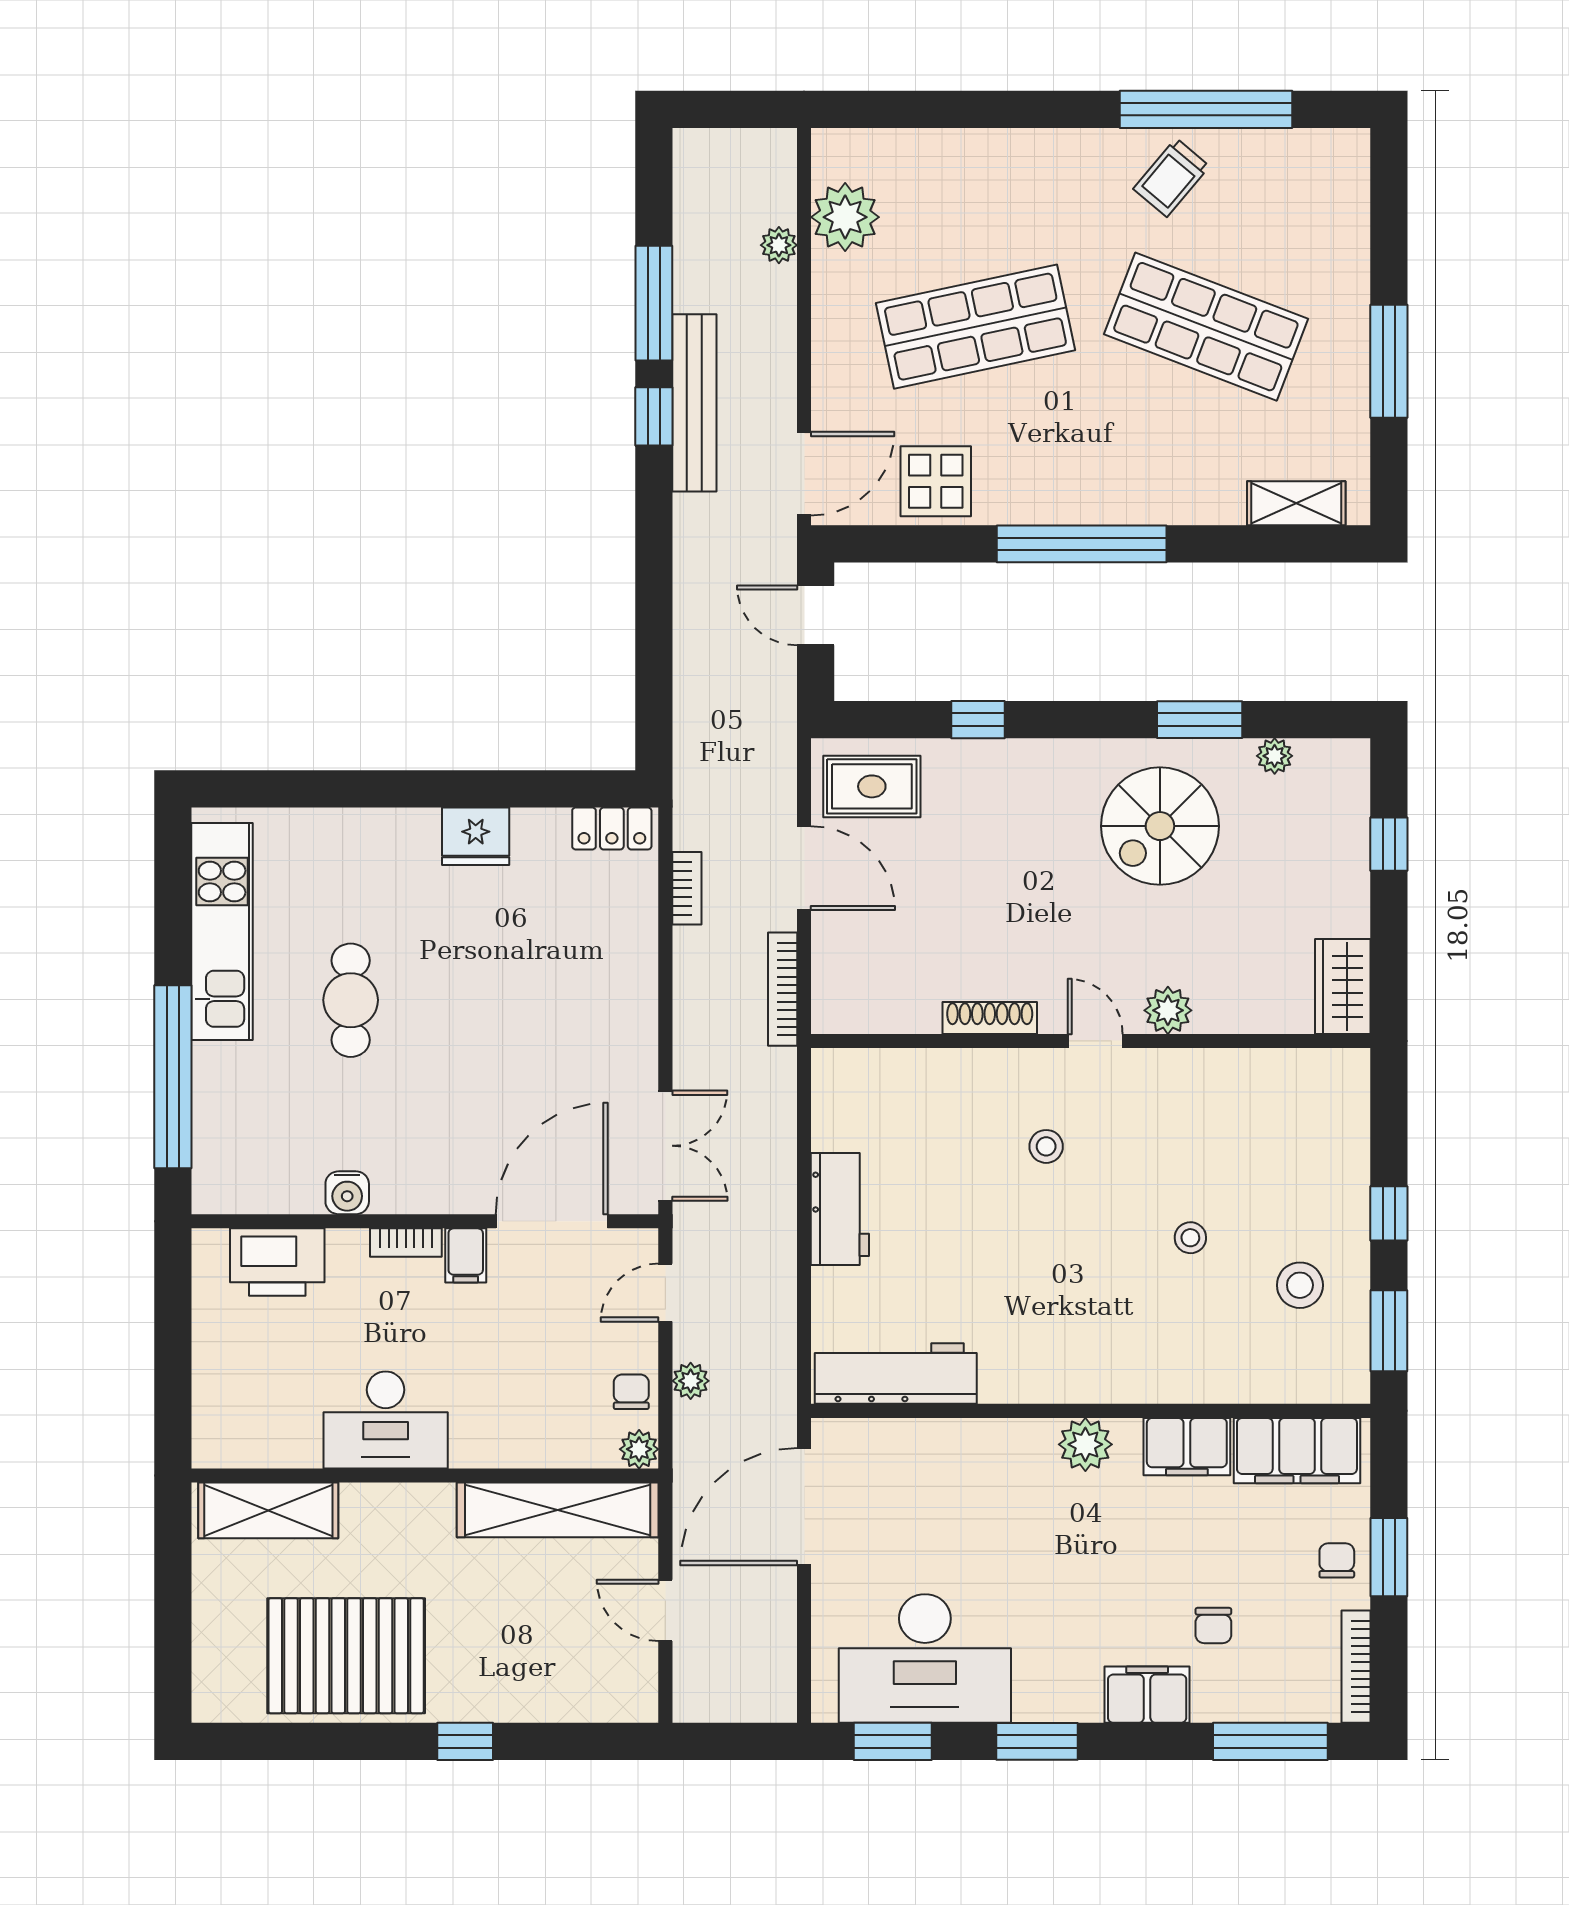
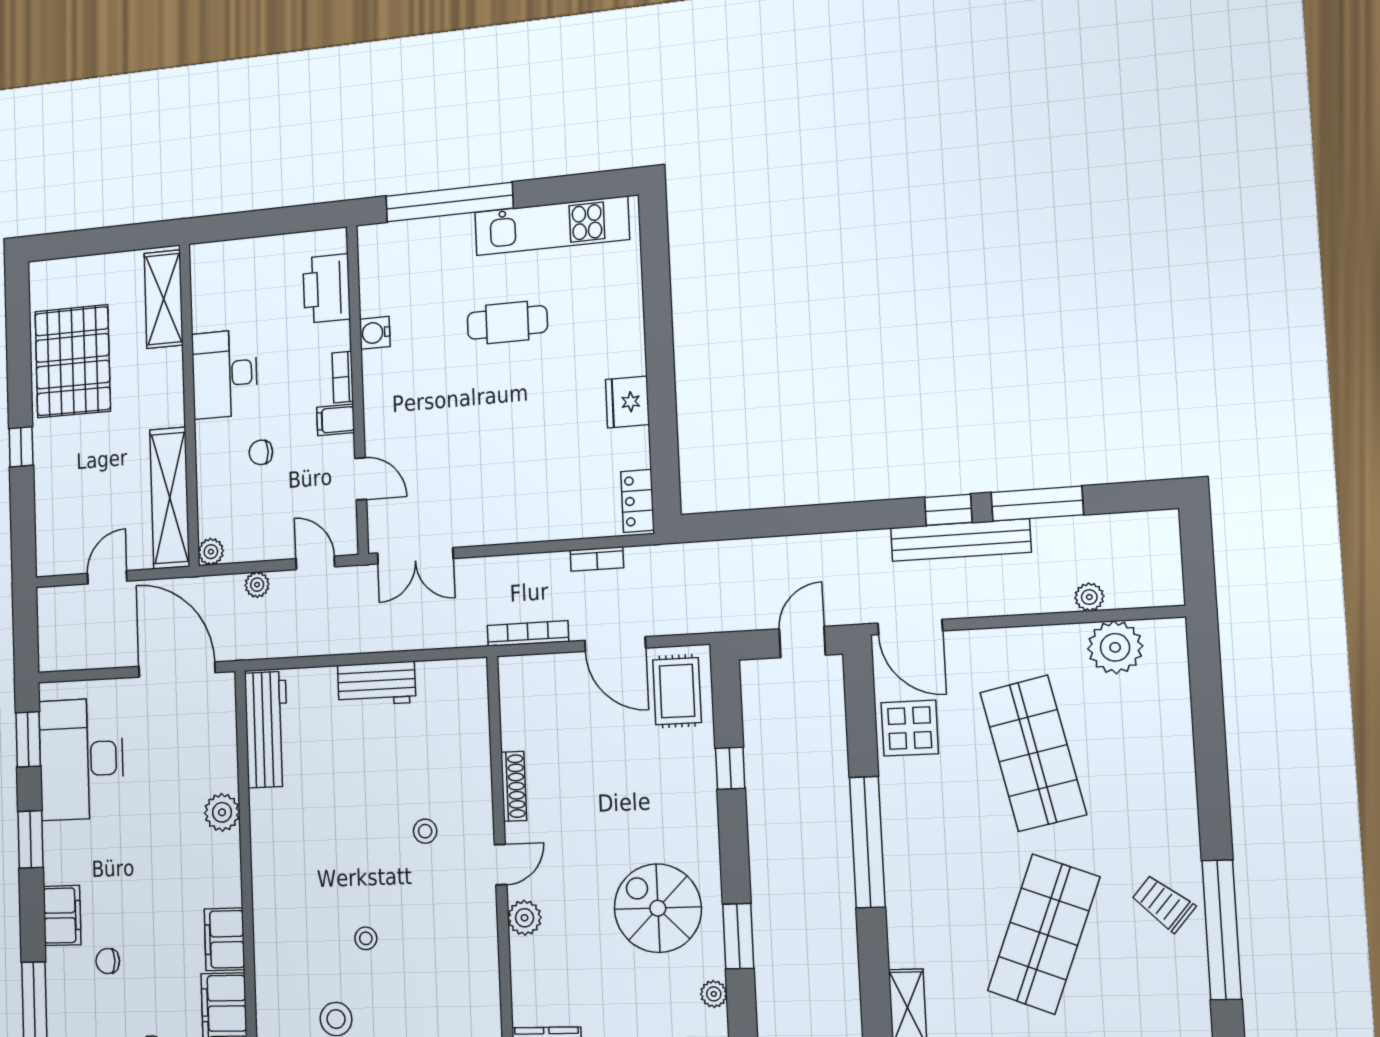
door: (804, 868) -> (615, 644), hinge flipped
door: (552, 1221) -> (361, 479), width x0.53
chair: (631, 1392) -> (261, 452), moved, turned 180
plant: (1085, 1444) -> (222, 812), moved

